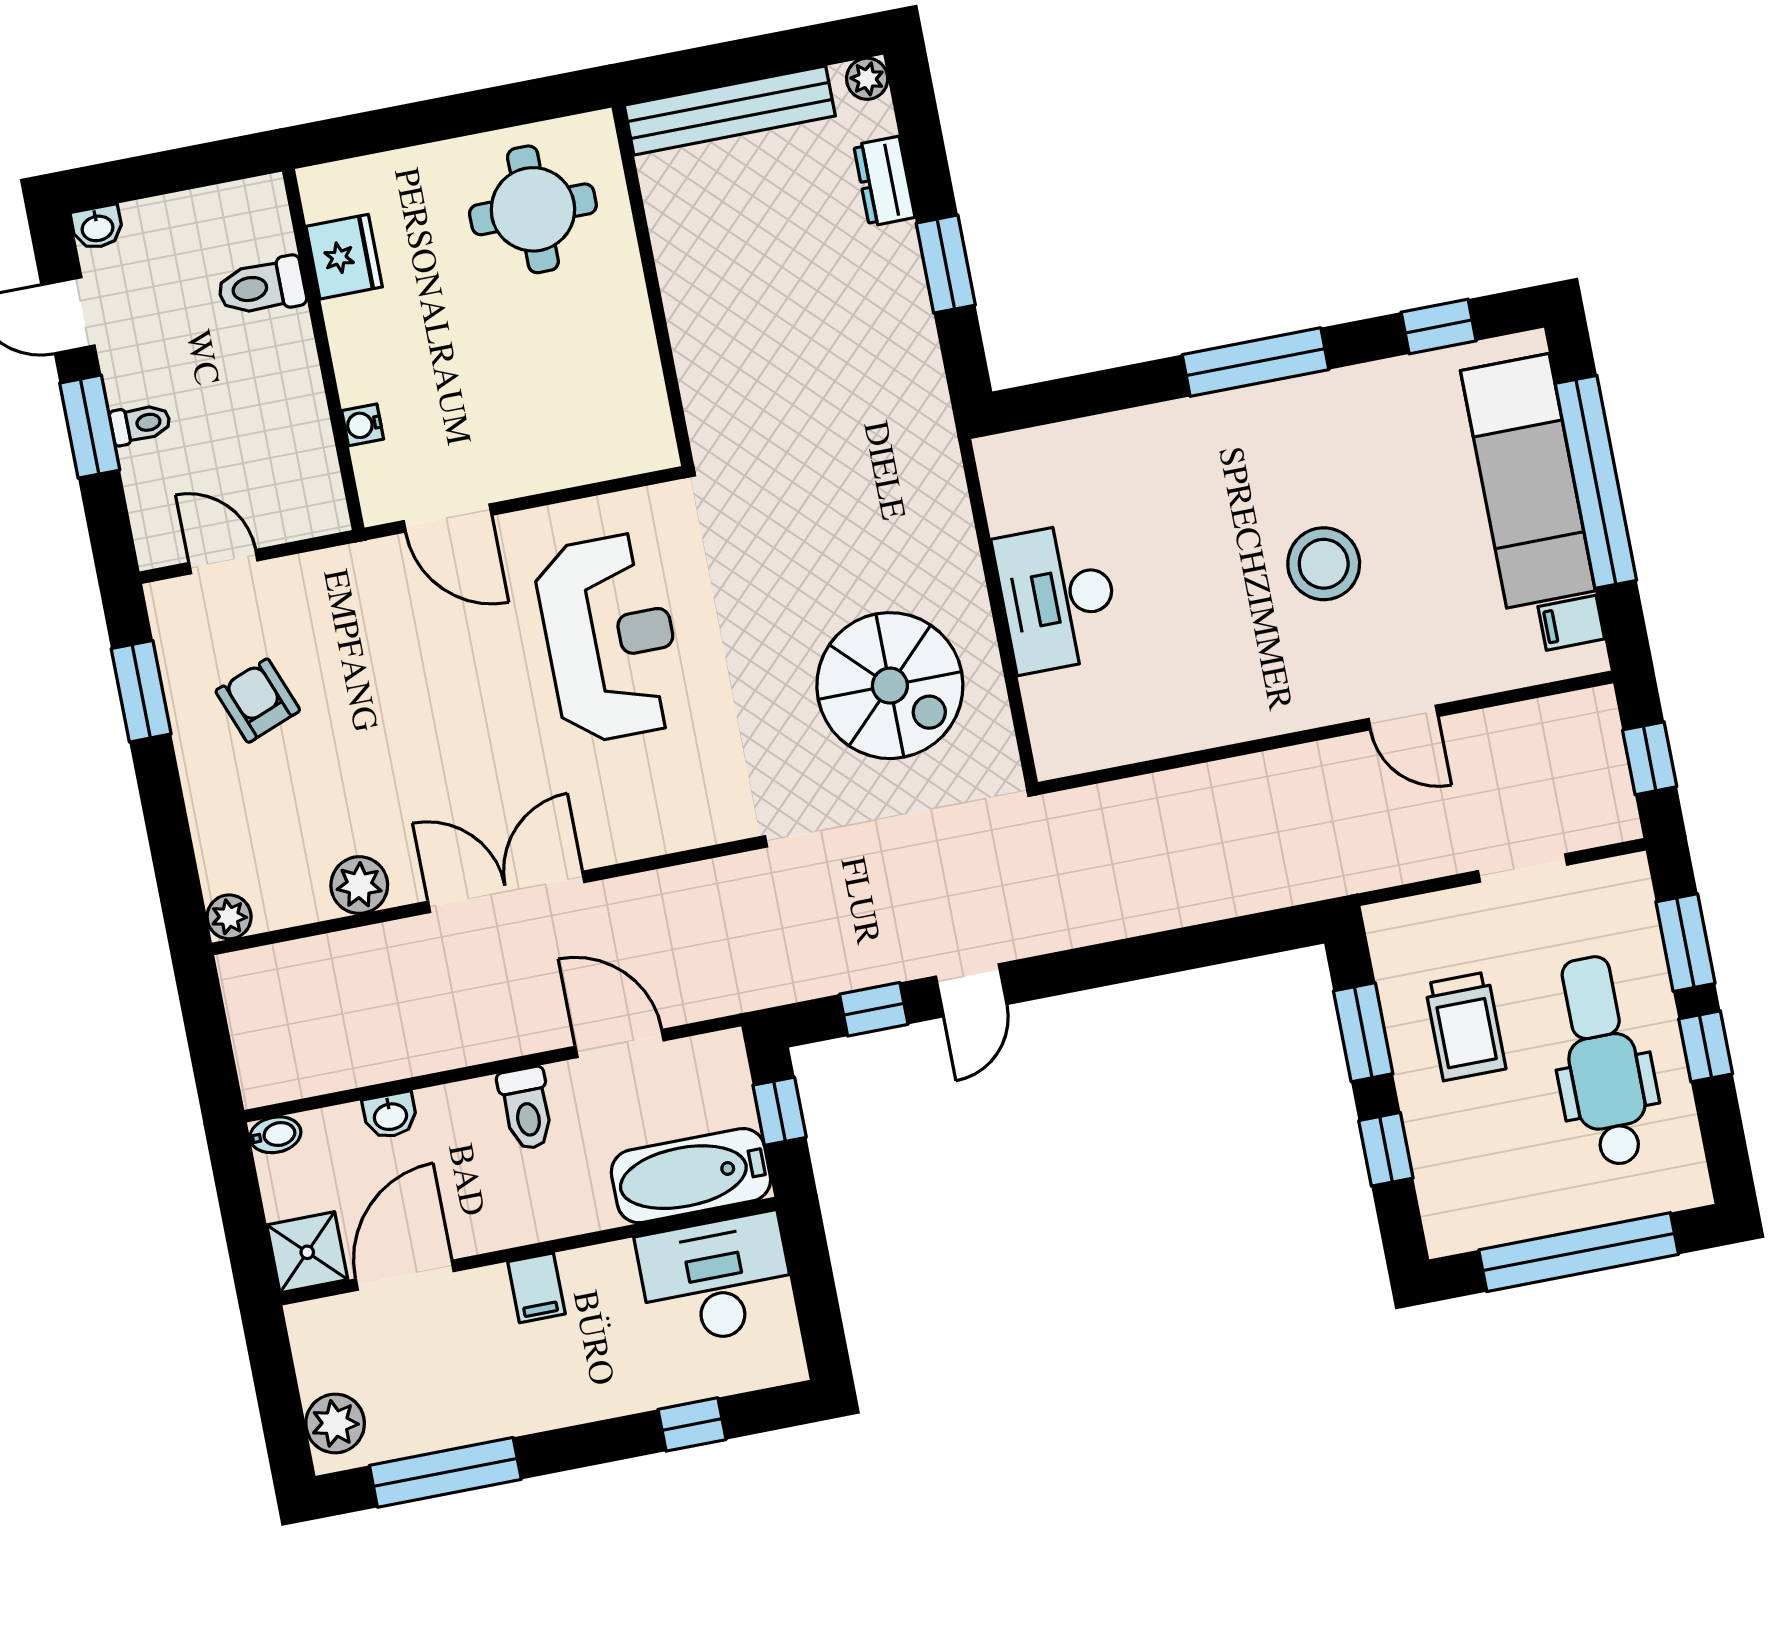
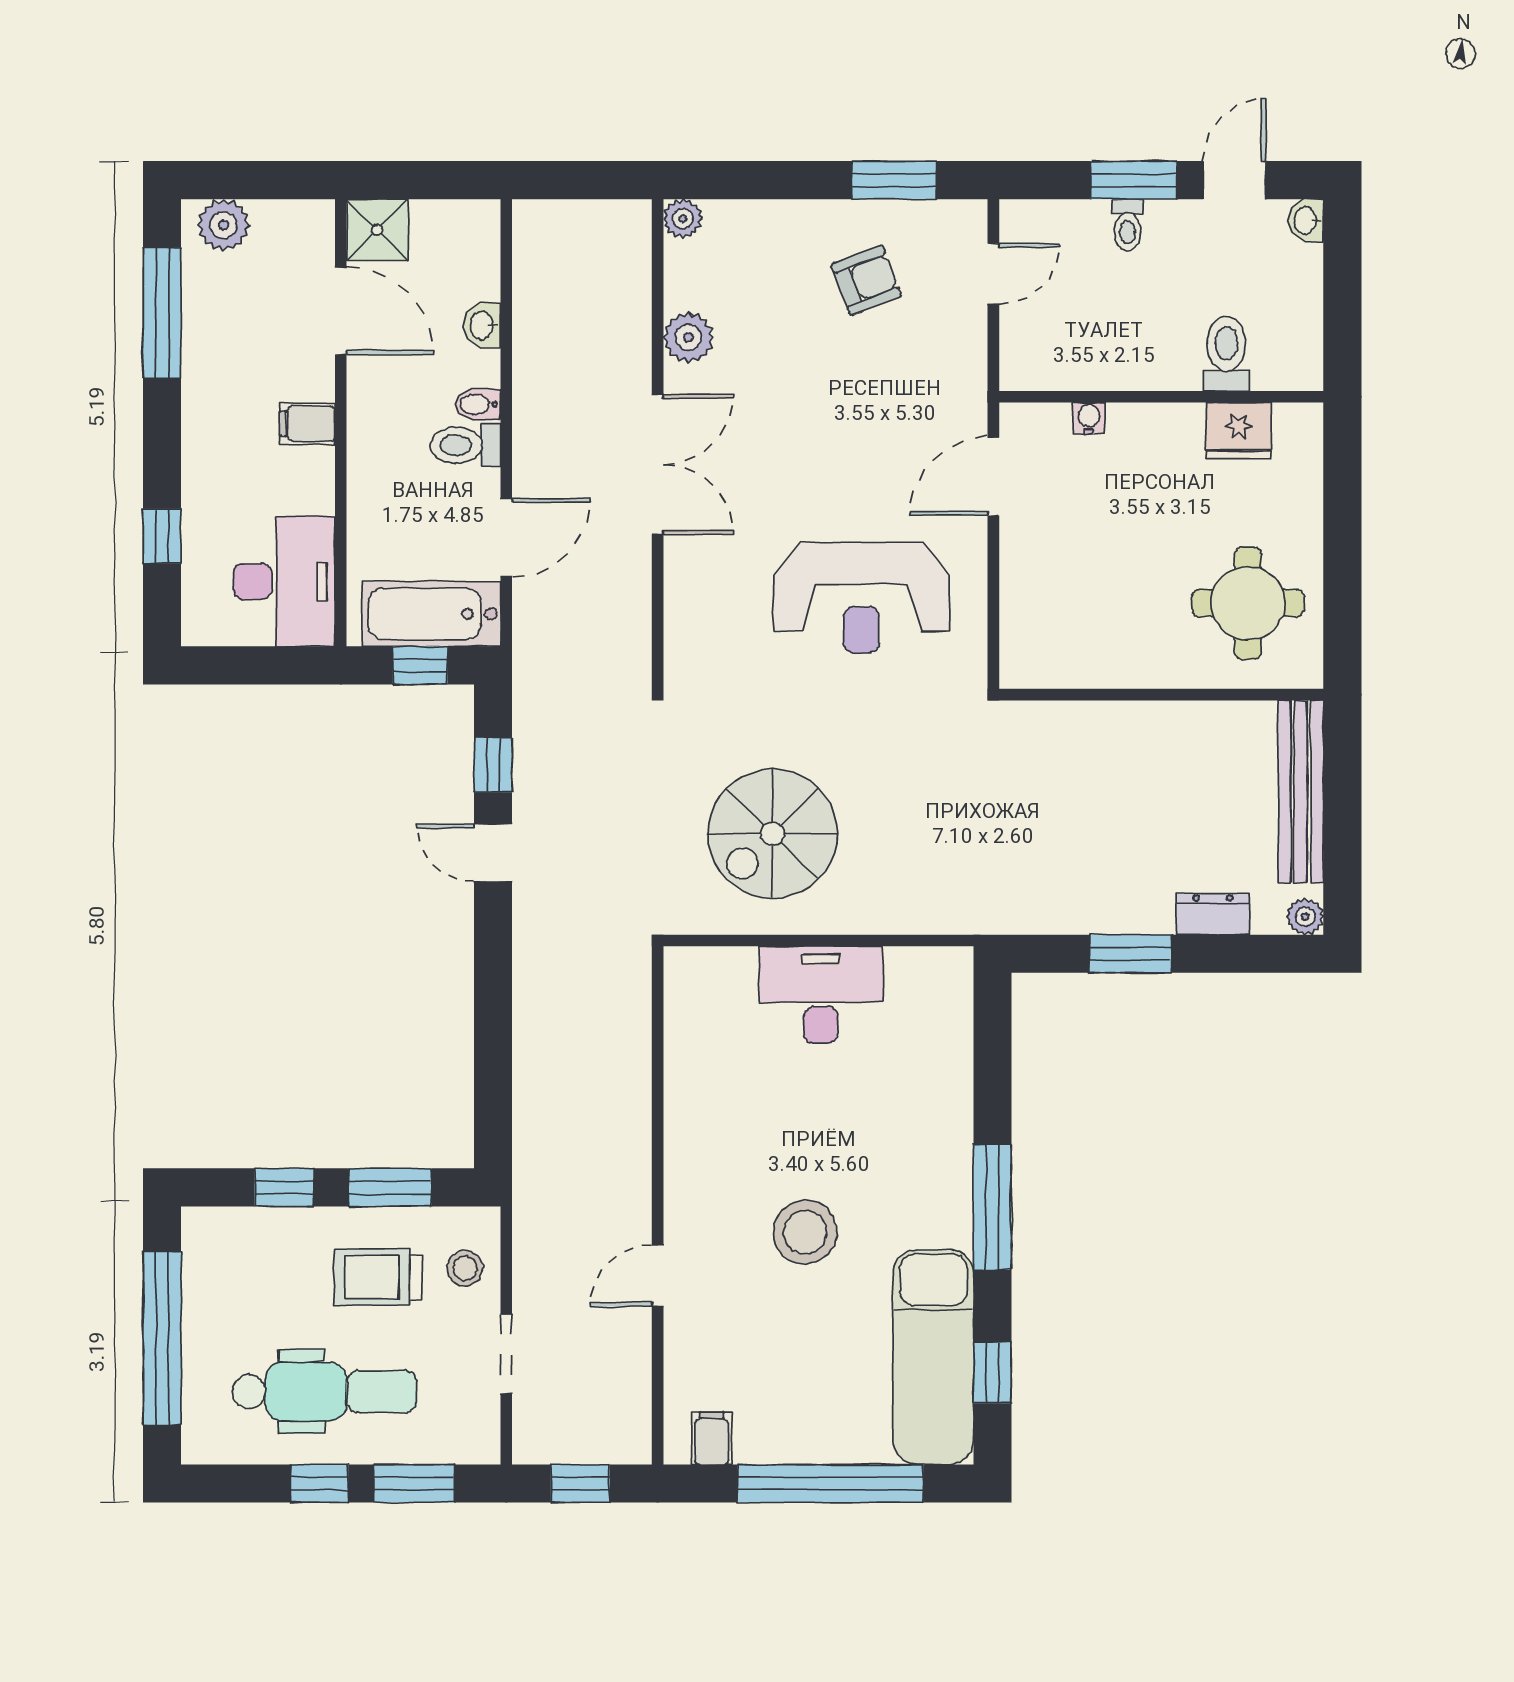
exam couch: (1528, 481) -> (933, 1357), moved, turned -90
stool: (1436, 932) -> (465, 1268), added
bidet: (275, 1135) -> (478, 404), moved, turned 90
bathtub: (691, 1176) -> (431, 614), moved, turned -90

